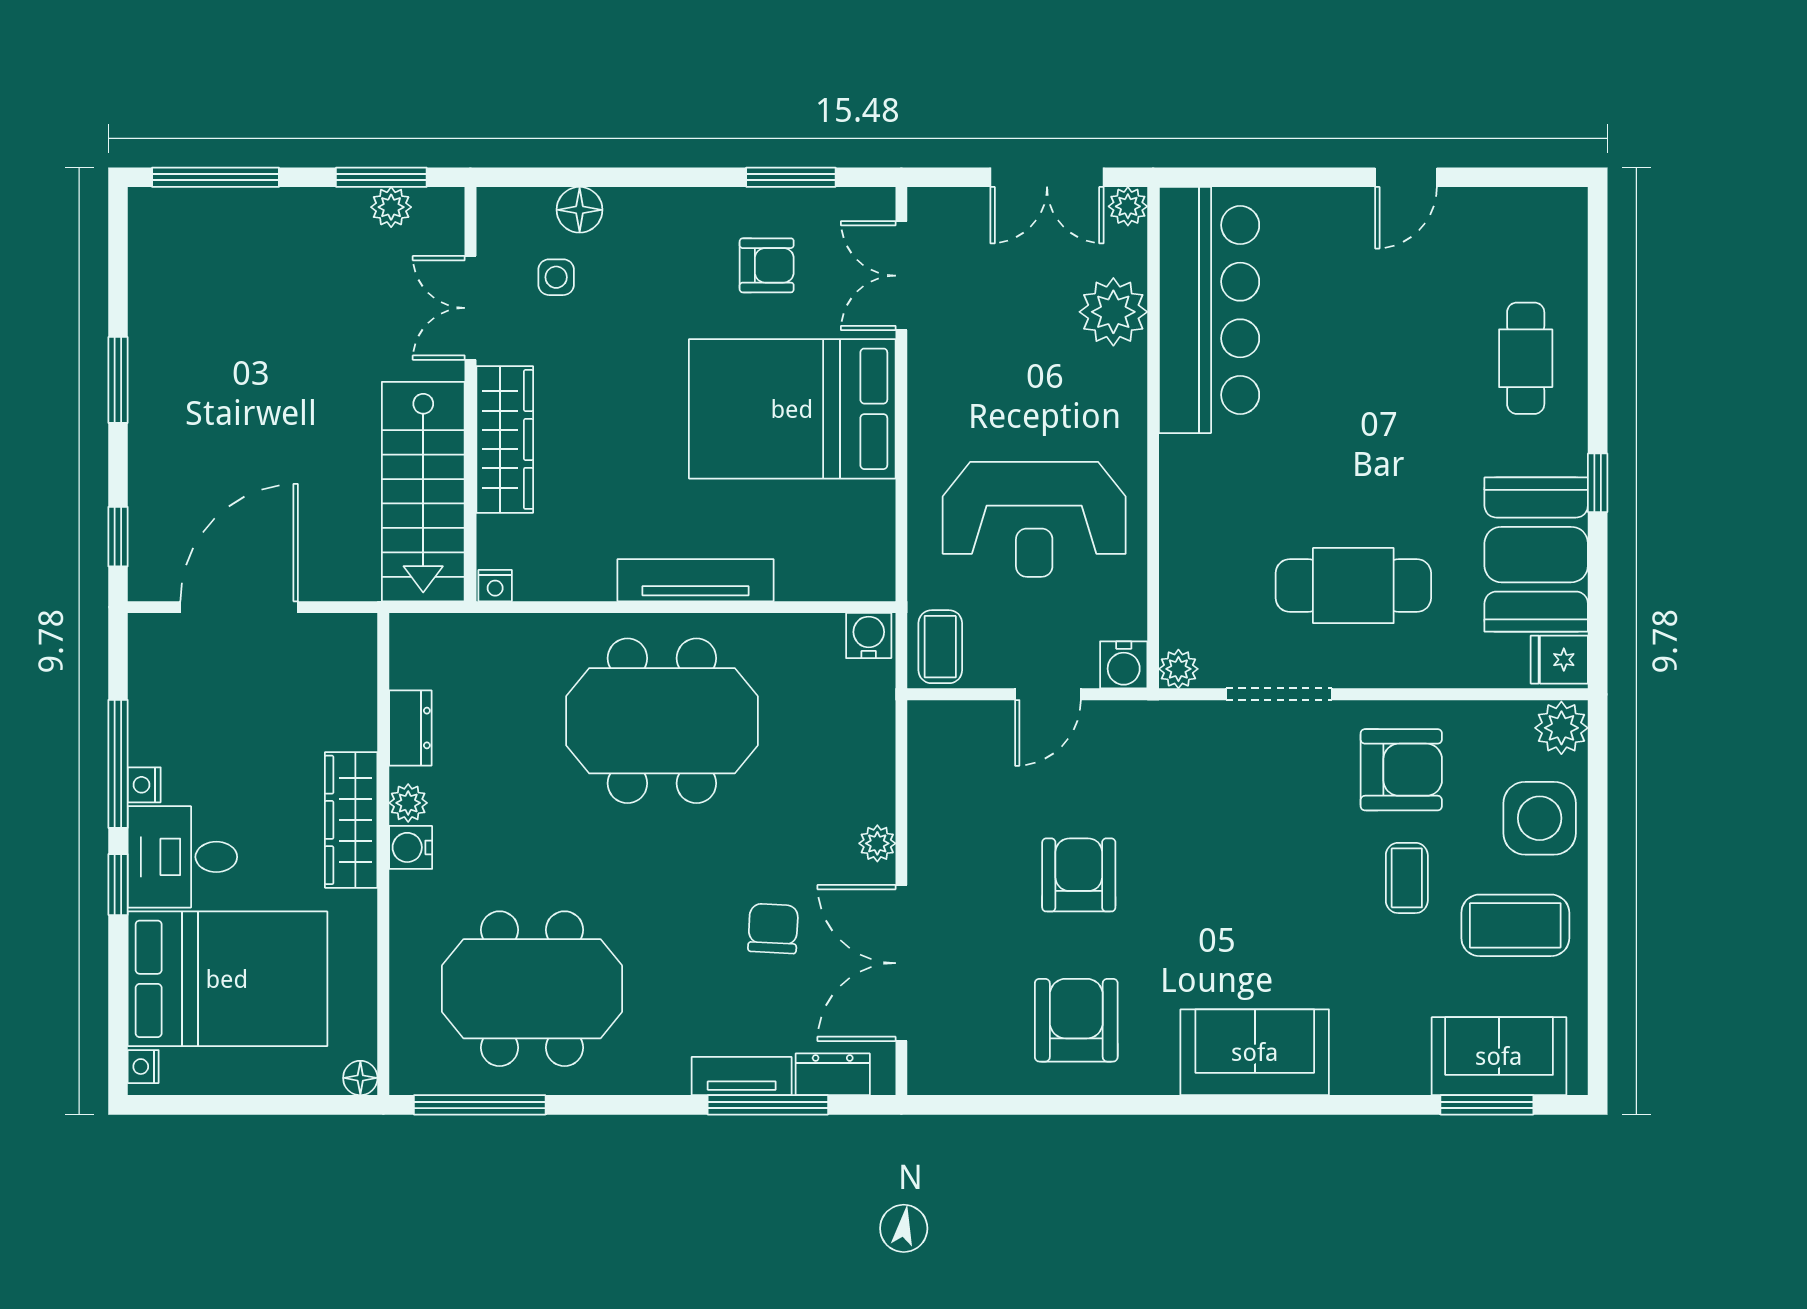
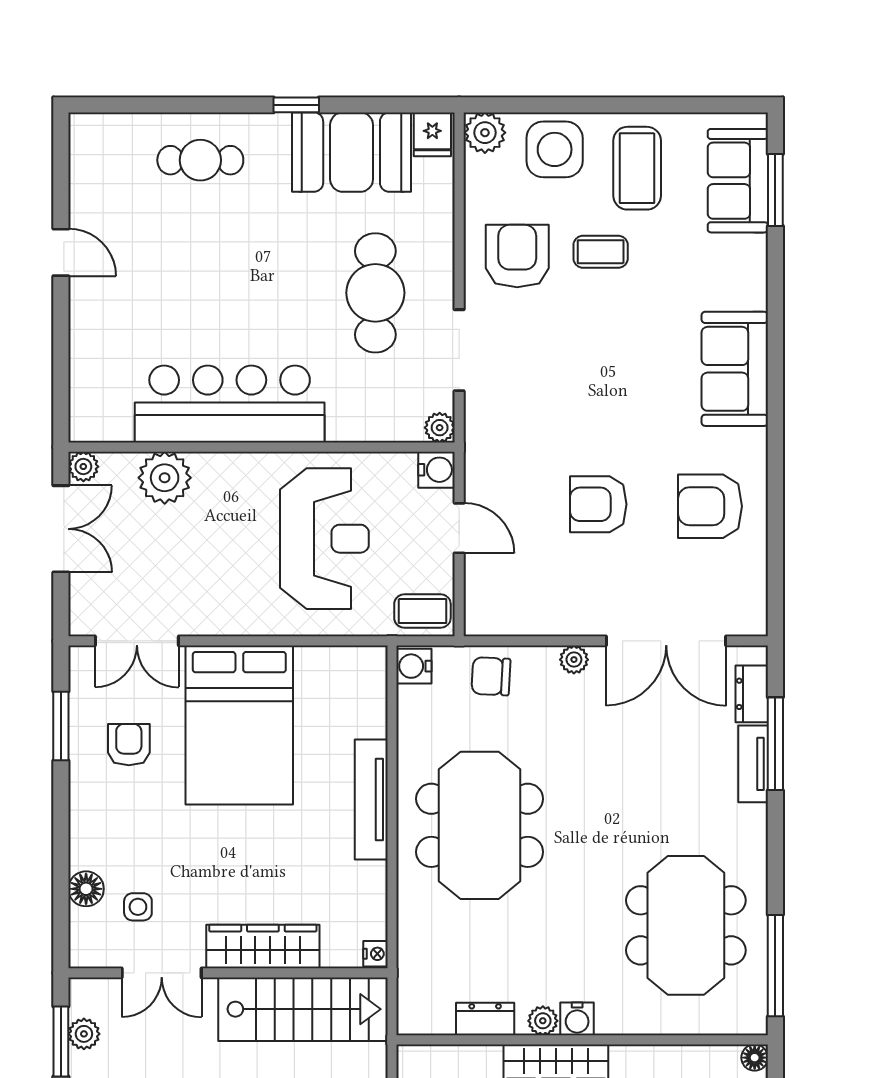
bar counter: (1209, 310) -> (230, 404), moved
chair: (773, 928) -> (491, 676), moved

